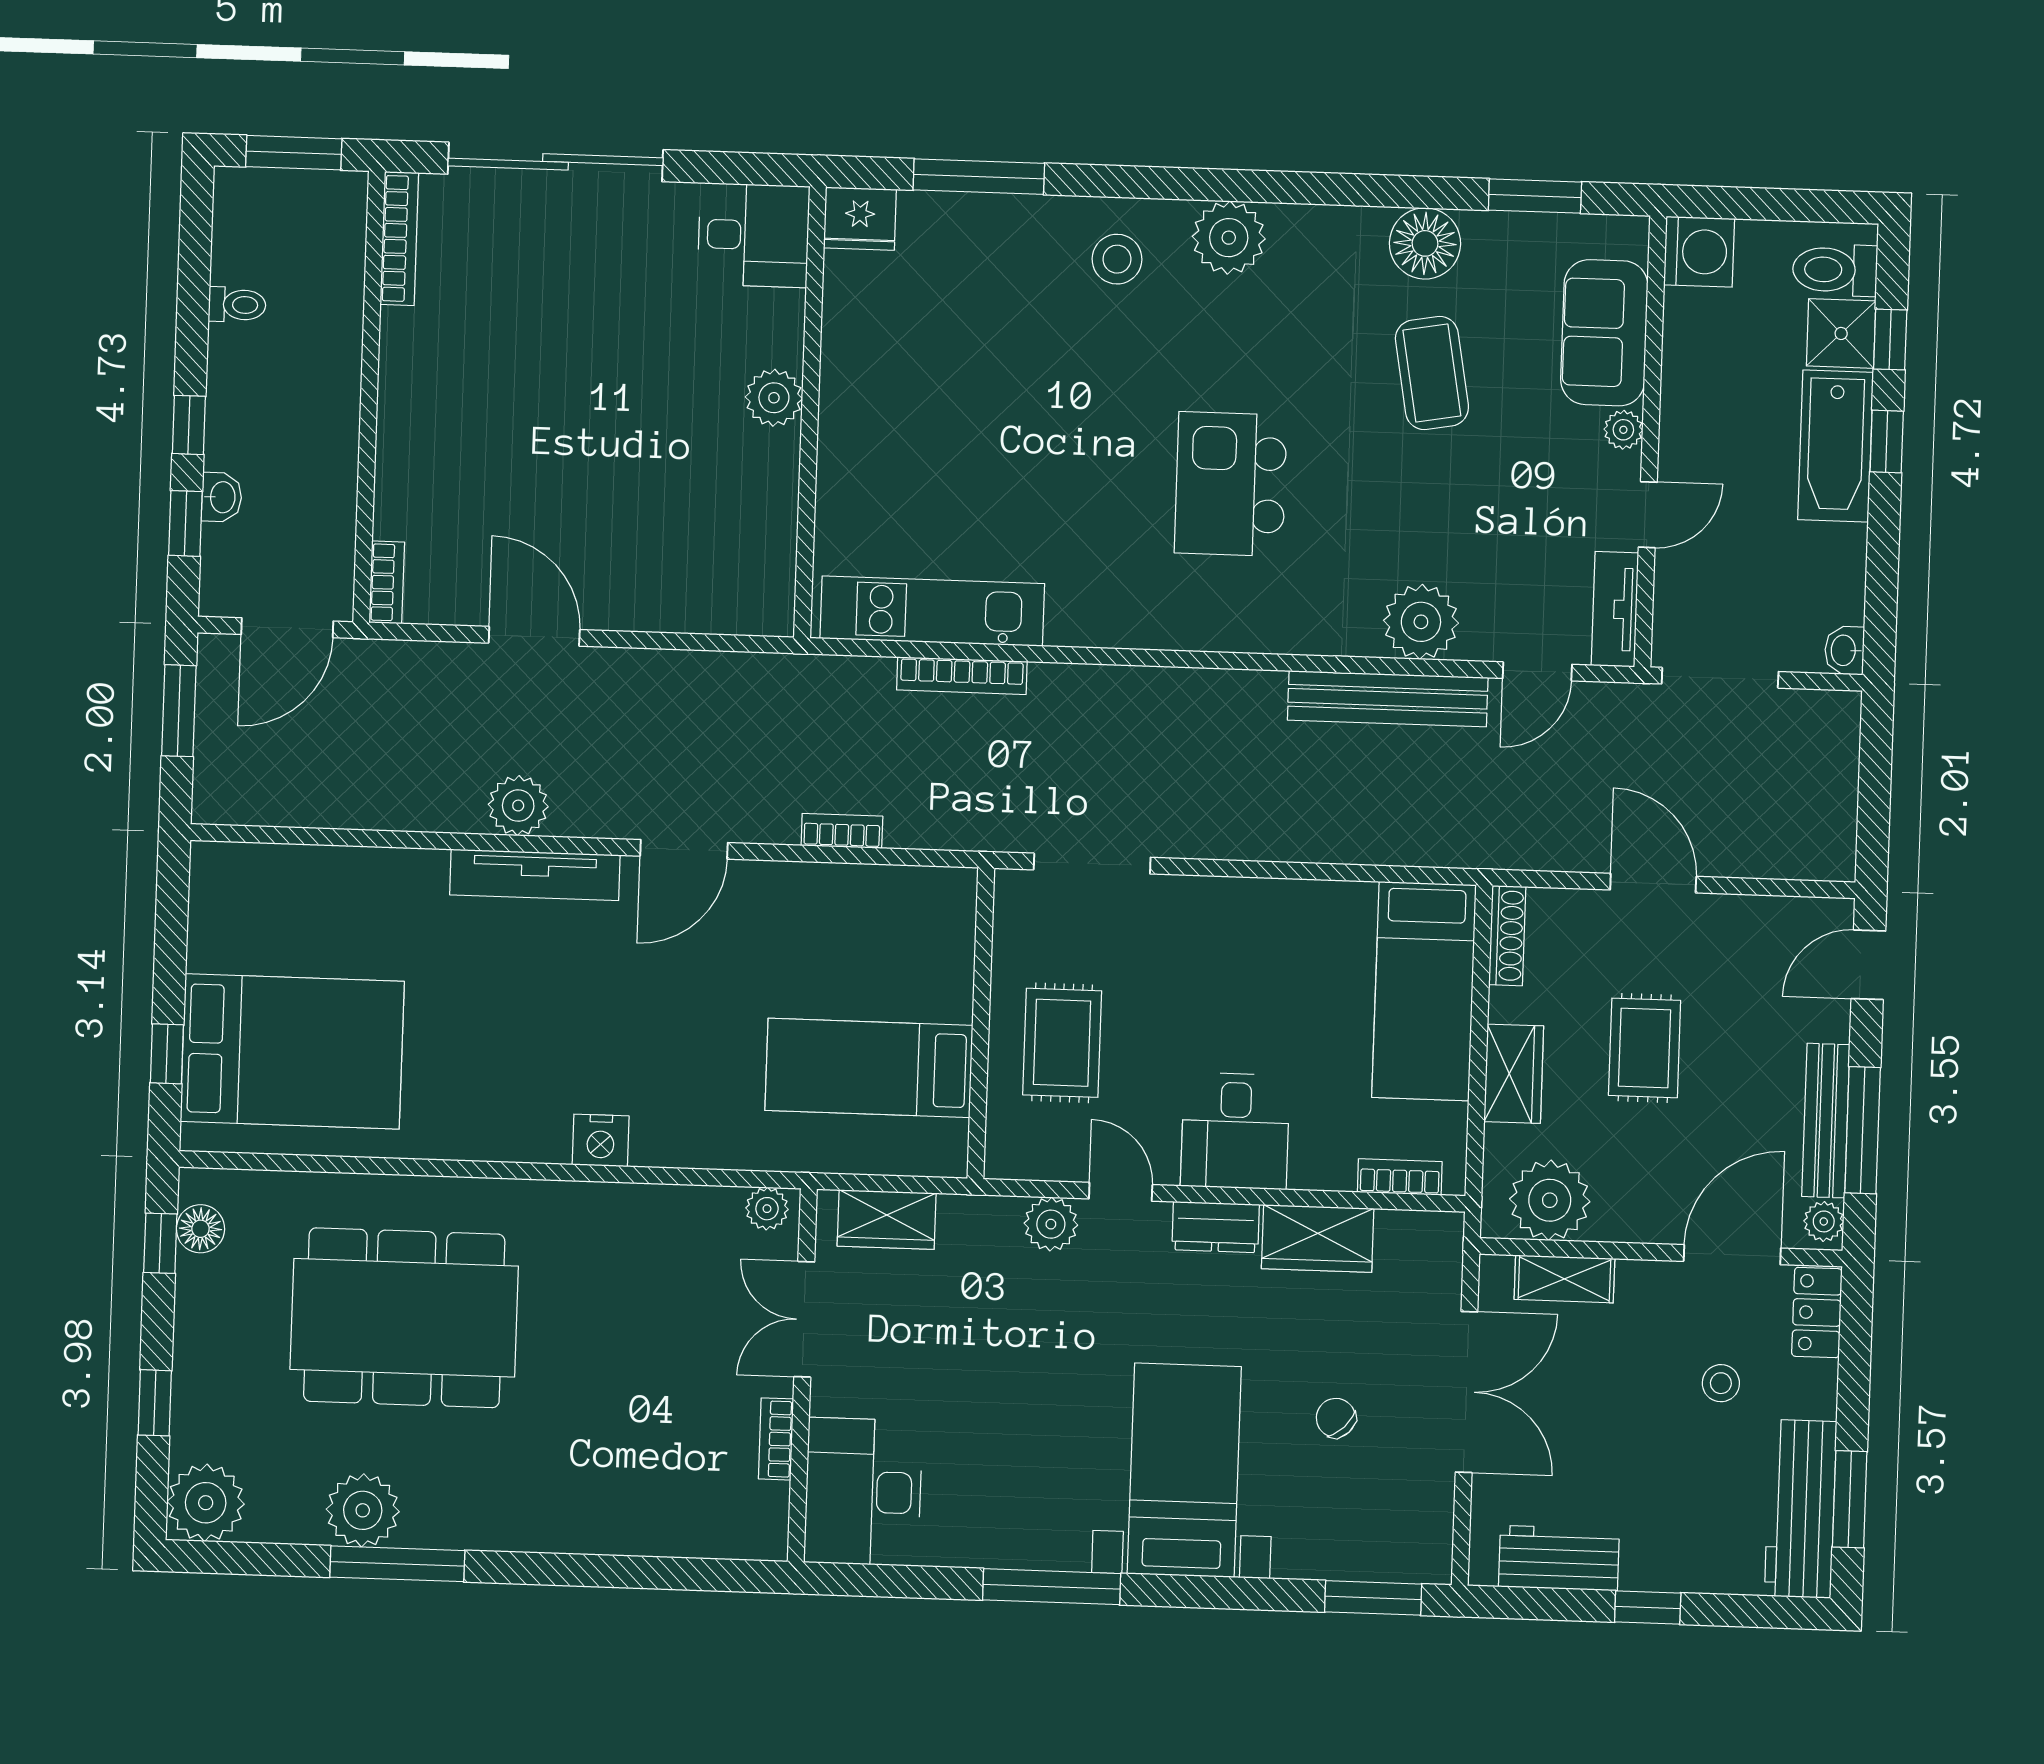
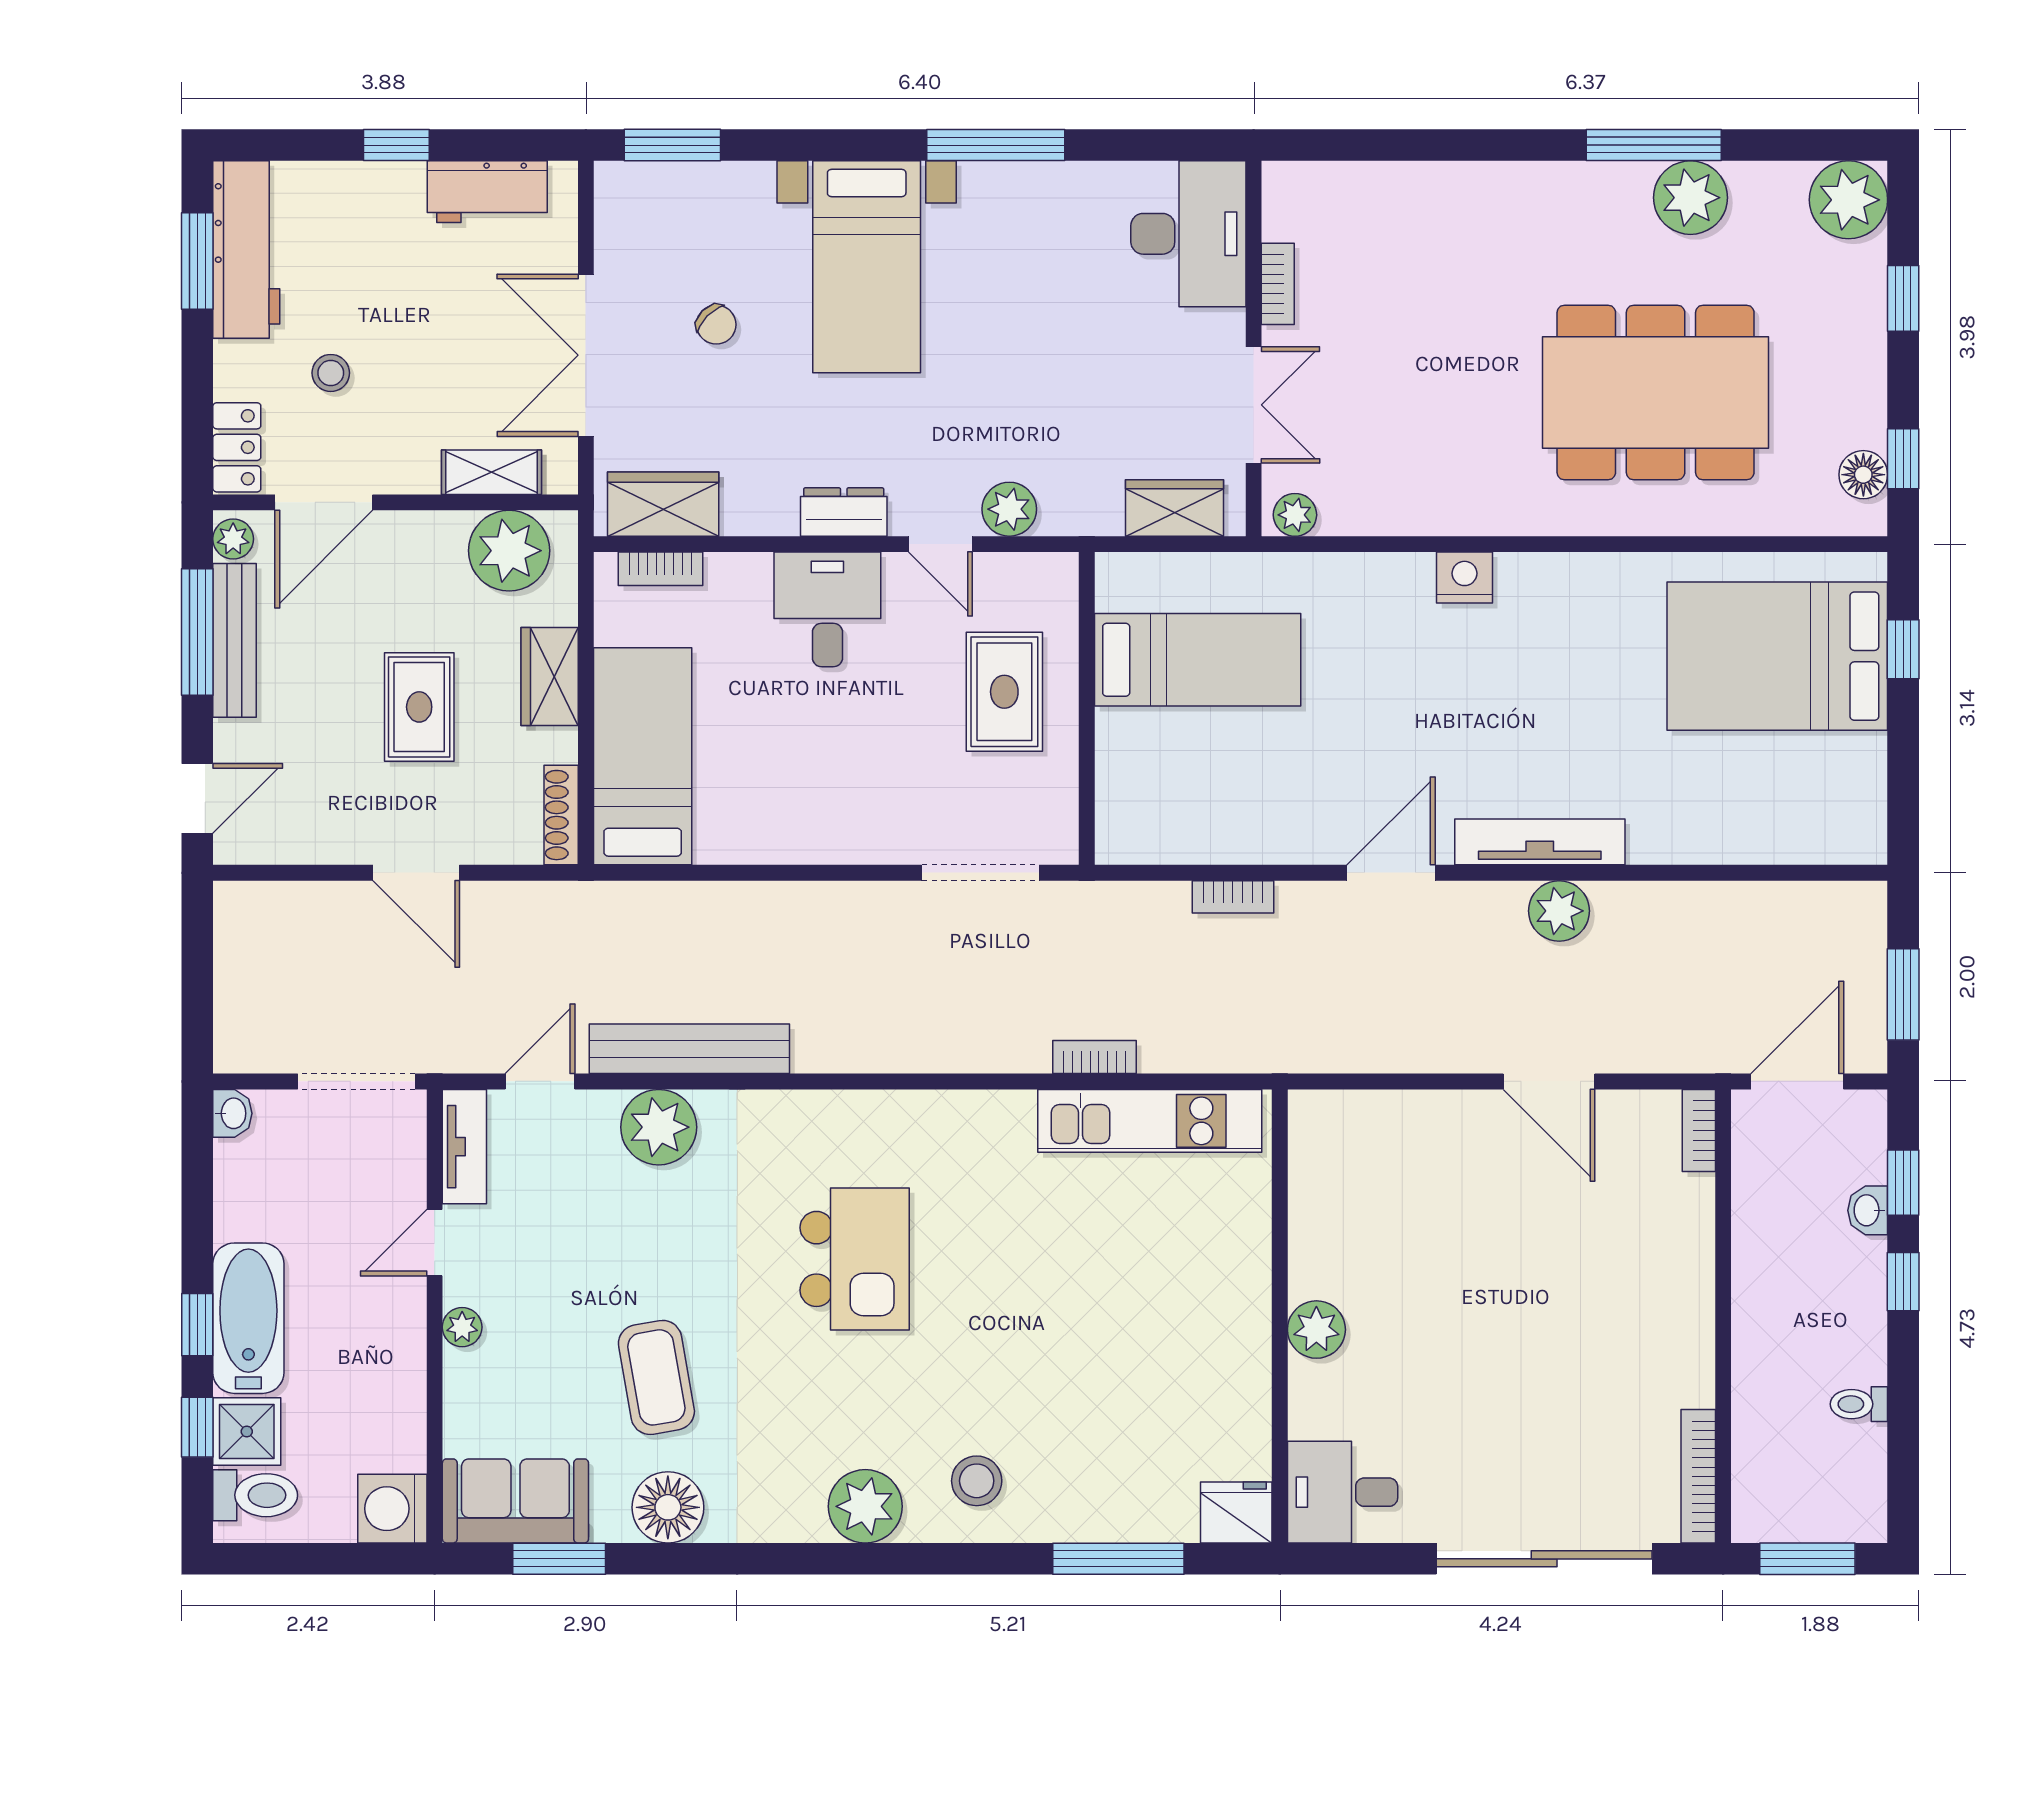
sofa: (1604, 333) -> (515, 1501), moved, turned -90
bookcase: (962, 676) -> (1094, 1057), width x0.64
wardrobe: (1318, 1238) -> (663, 504), moved

